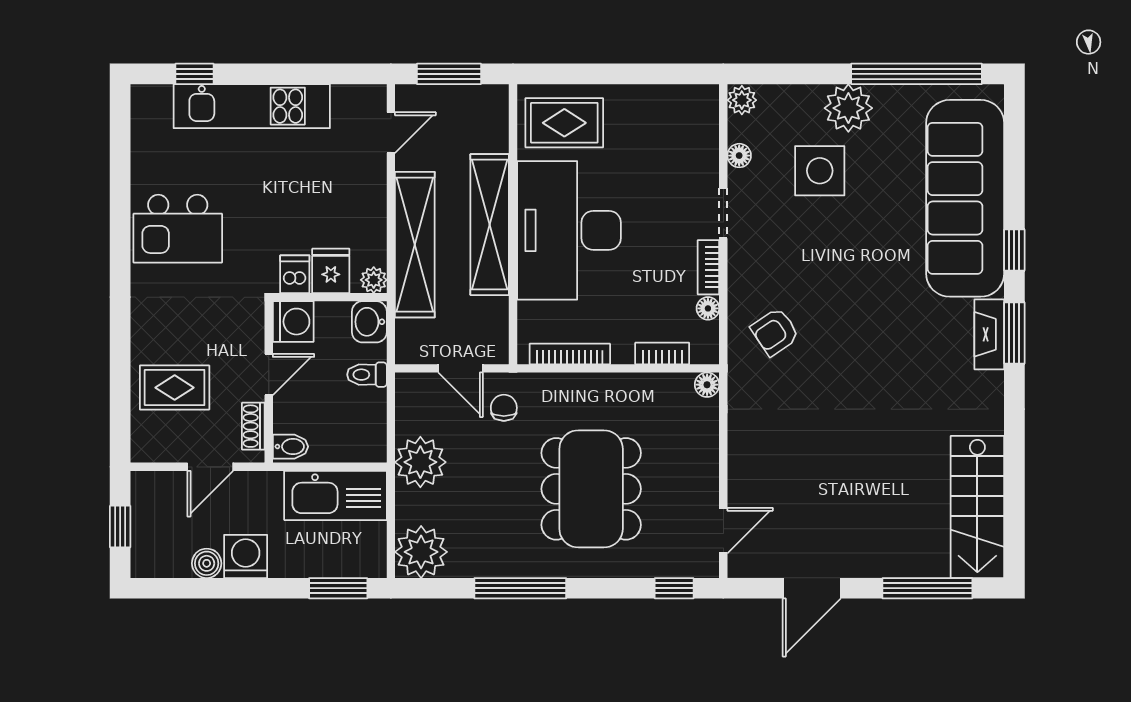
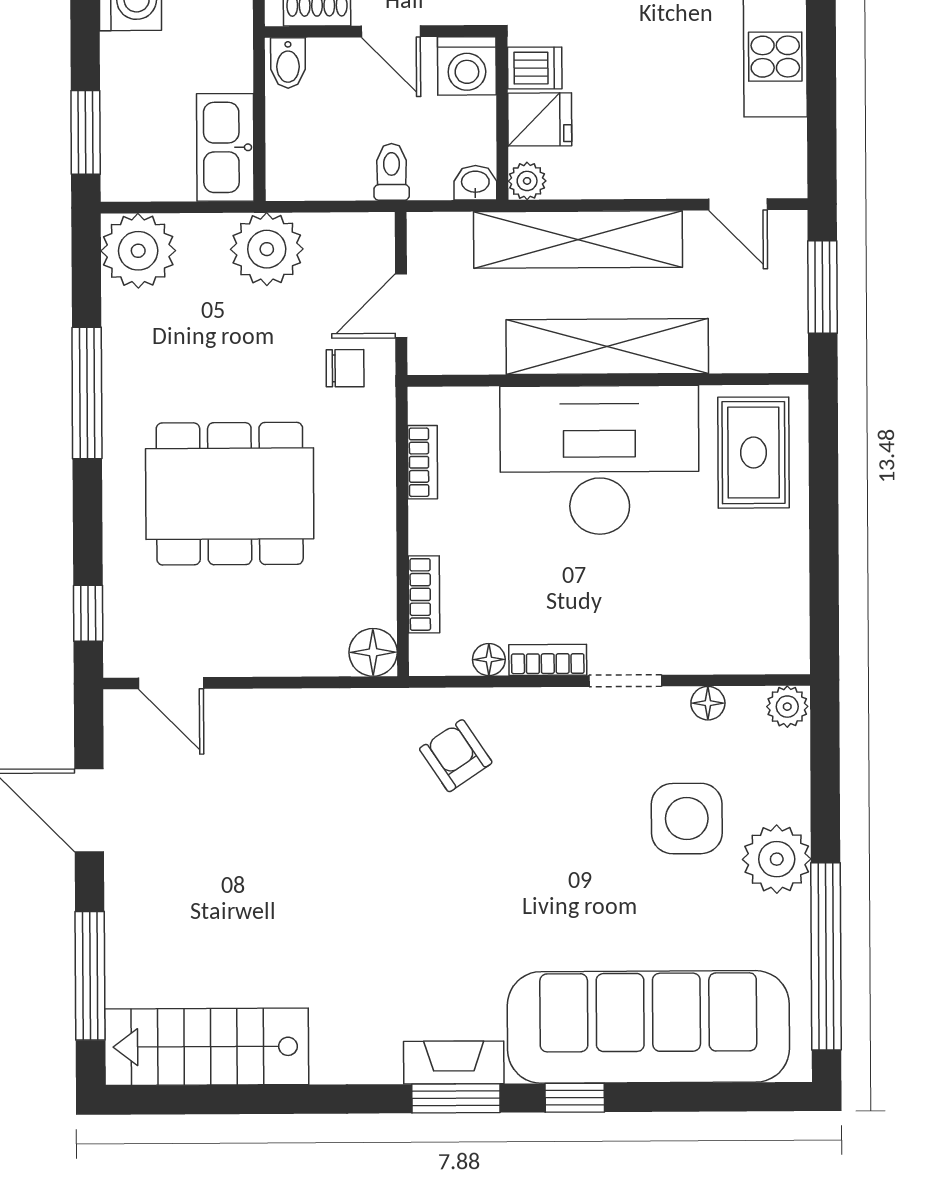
washbasin: (369, 322) -> (475, 183), width x0.72, depth x0.69
bookcase: (570, 354) -> (423, 462), width x0.64
floor lamp: (707, 385) -> (373, 652), width x1.37, depth x1.37
kitchen sink: (335, 495) -> (225, 147), width x0.73, depth x0.81

